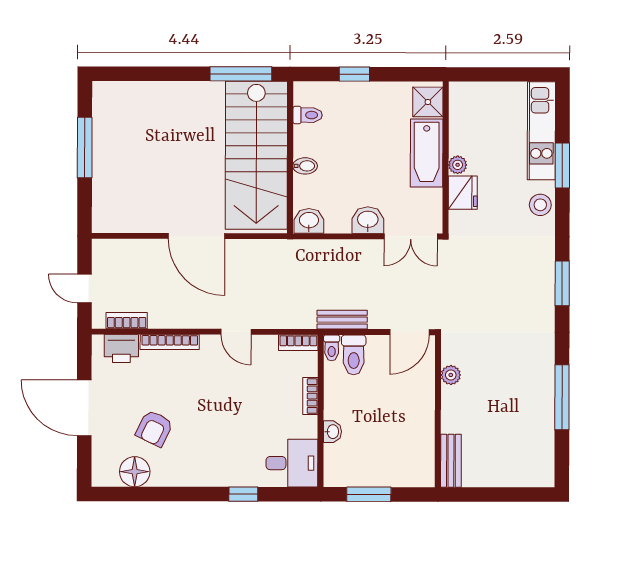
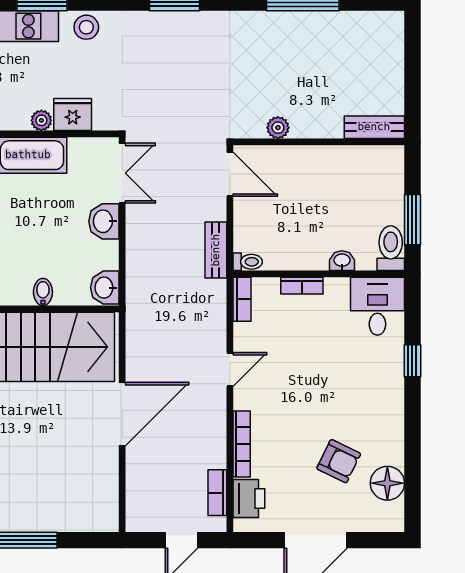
toilet: (354, 355) -> (391, 248), moved, turned -90

